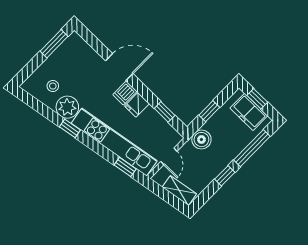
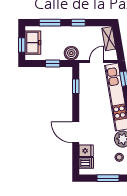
window: (54, 44) -> (108, 178), moved
dishwasher: (125, 93) -> (86, 163), moved
fridge: (137, 105) -> (86, 151), moved
window: (252, 148) -> (50, 23), width x0.69

